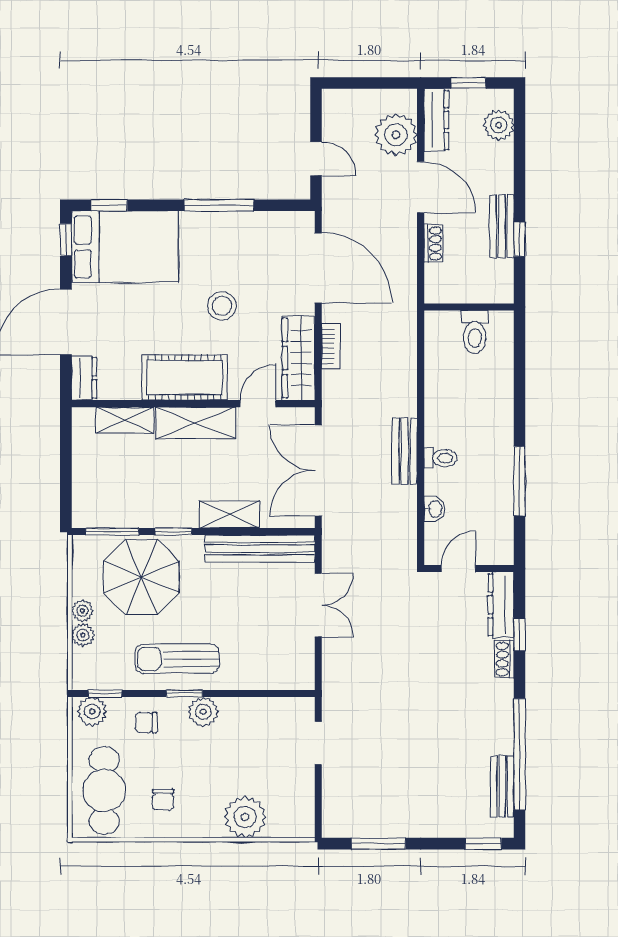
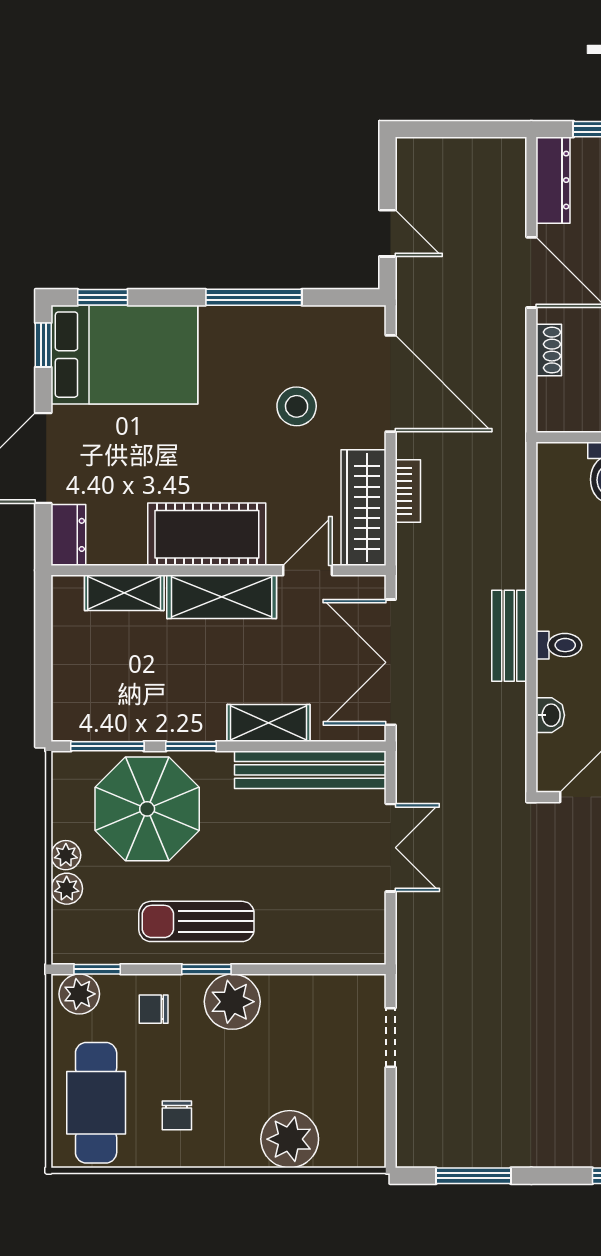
plant: (396, 135) -> (497, 200), removed
stool: (222, 306) -> (297, 406), moved
plant: (203, 712) -> (232, 1002), width x1.36, depth x1.36

